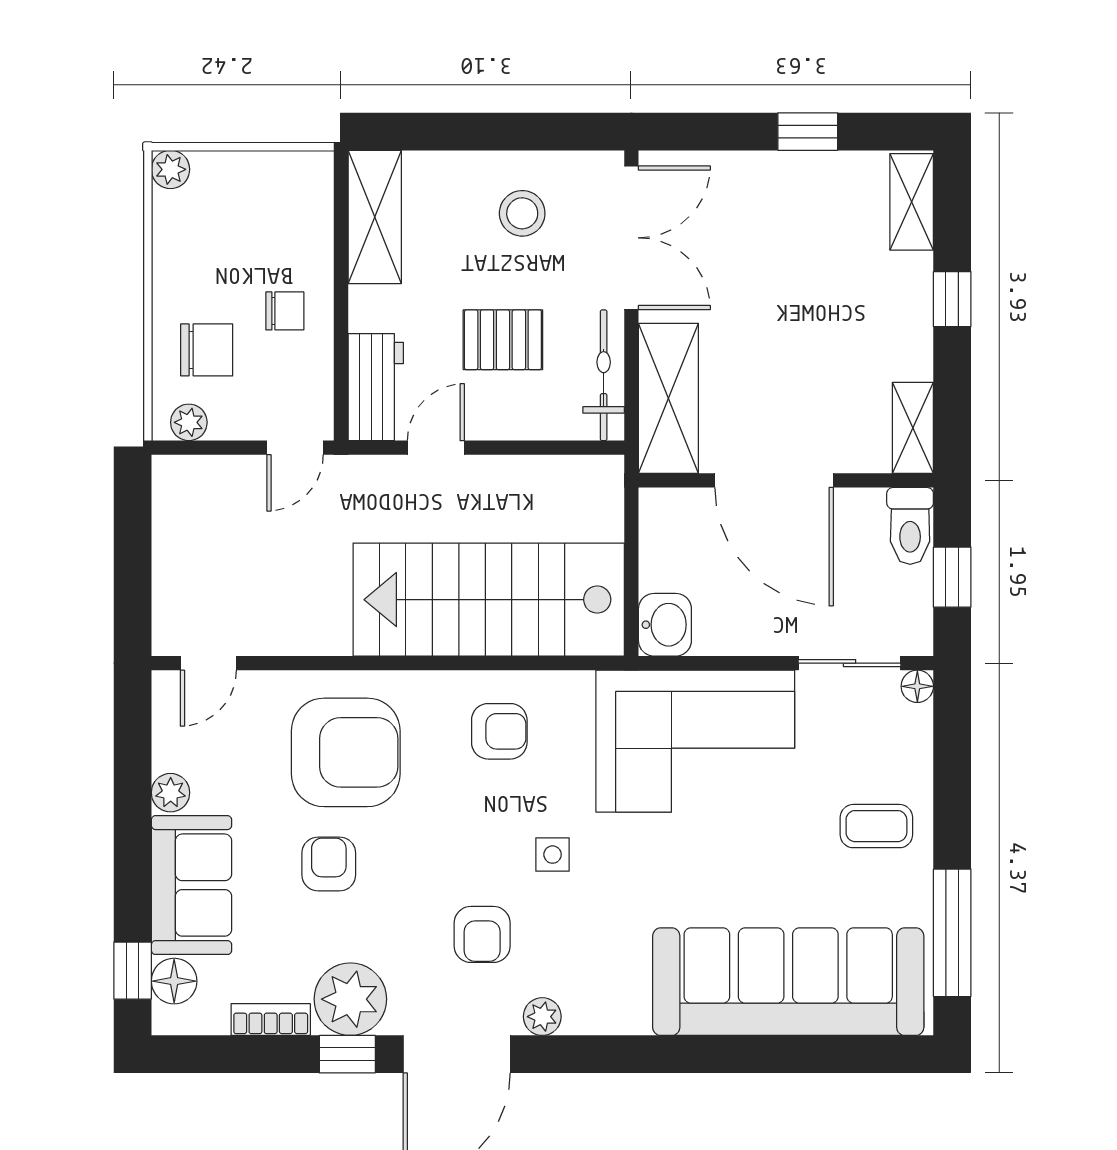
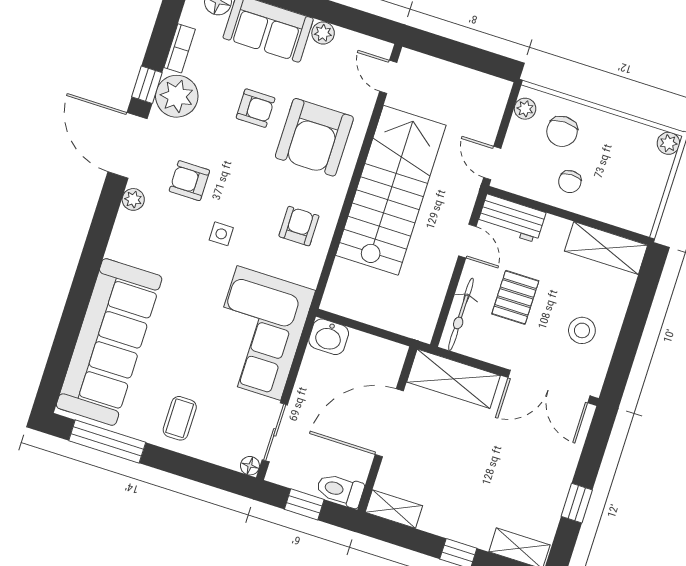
bicycle: (604, 375) -> (461, 314), moved, turned 90
stairs: (489, 600) -> (391, 190), moved
armchair: (499, 731) -> (299, 226), turned 180

